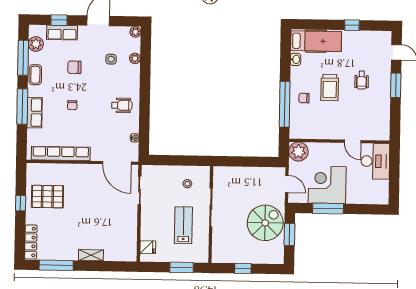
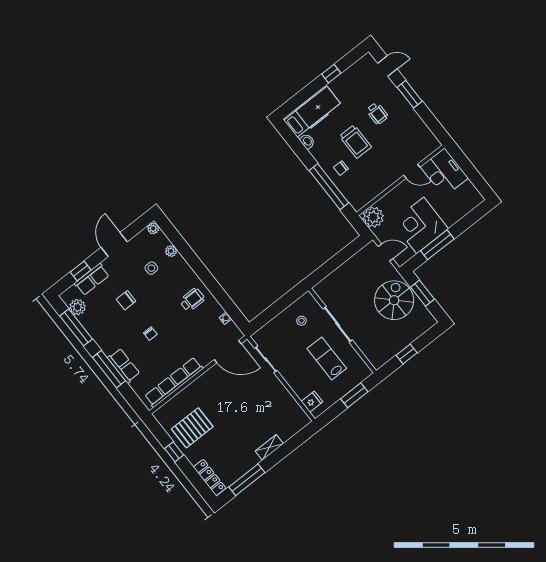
coffee table: (35, 75) -> (98, 333), removed

